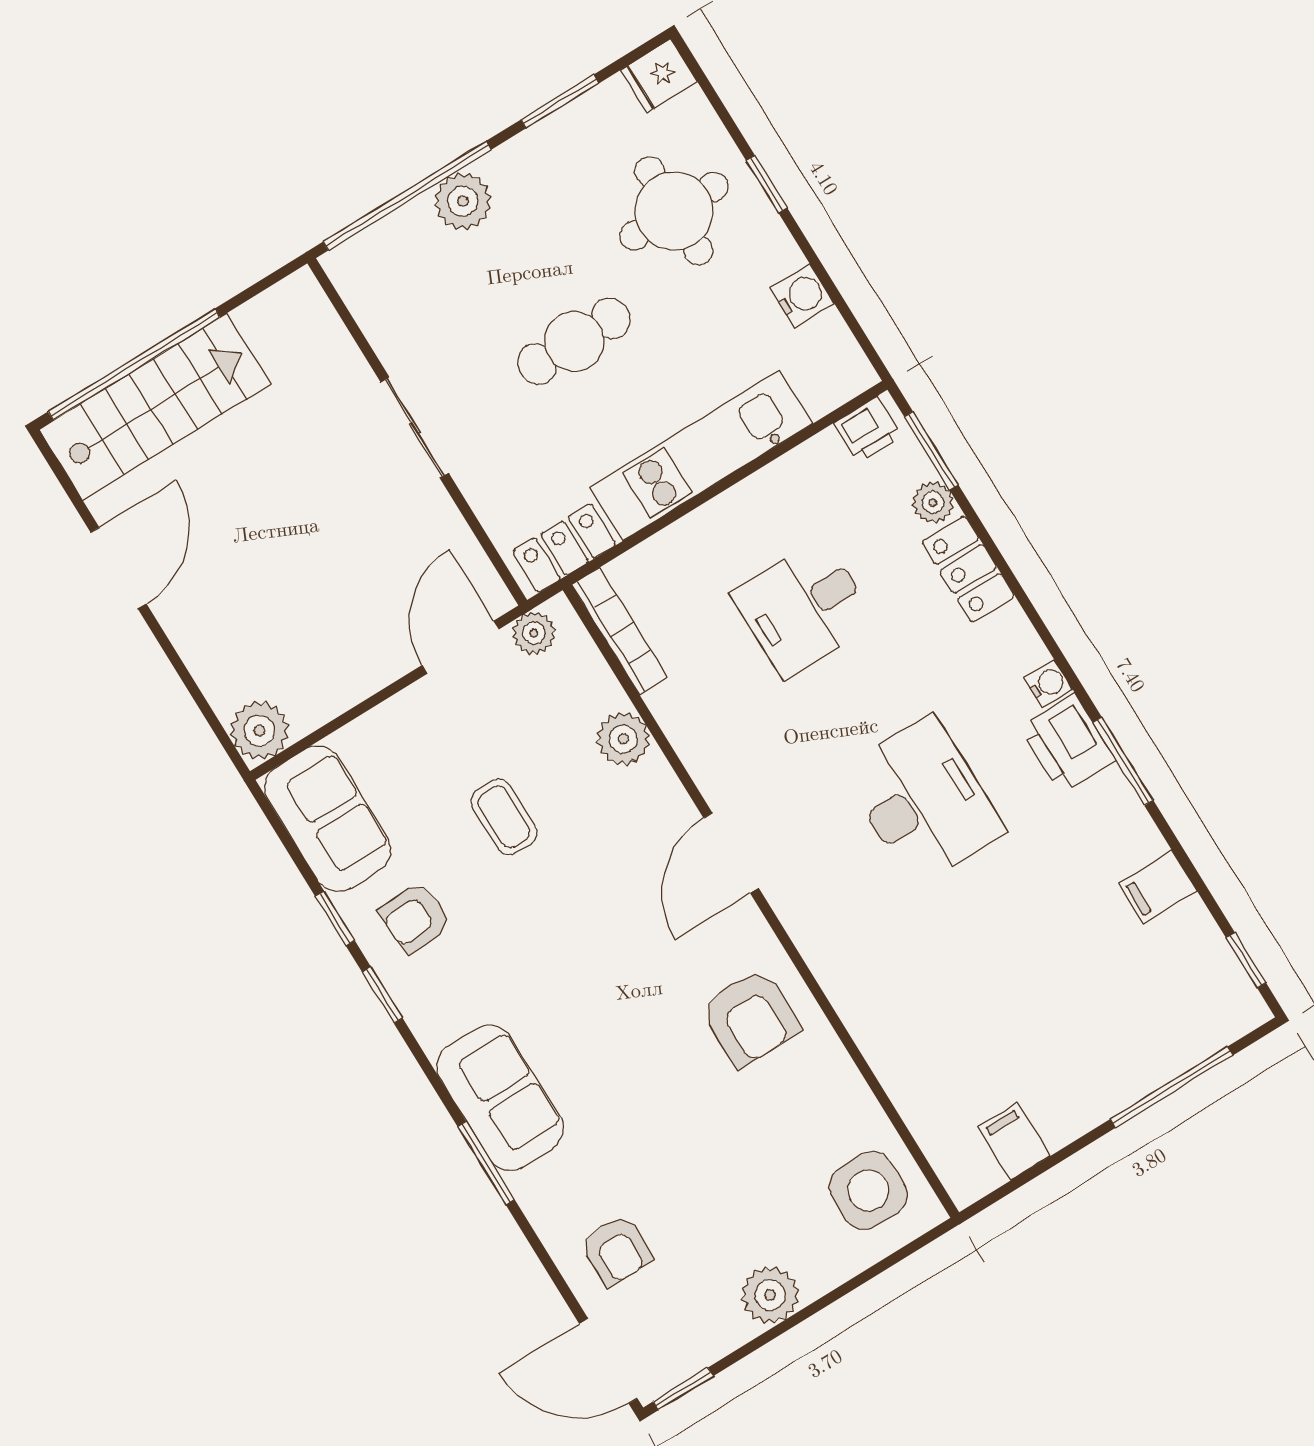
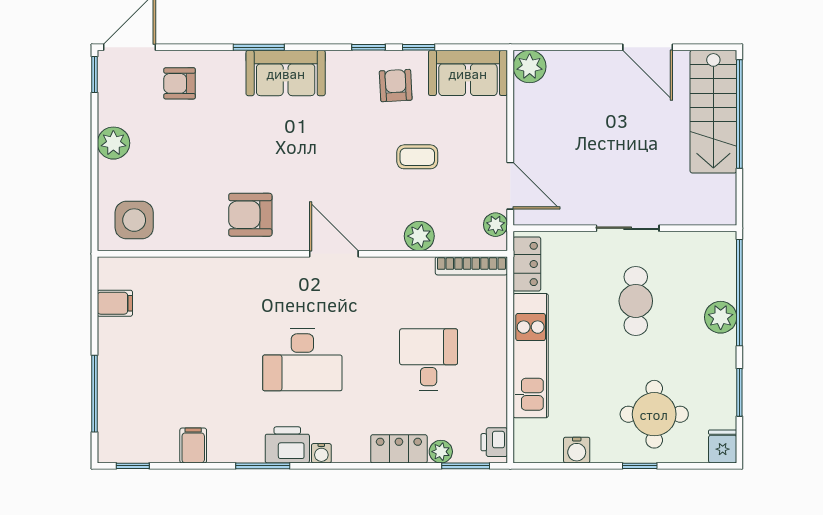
cafe table: (574, 341) -> (636, 301), moved

